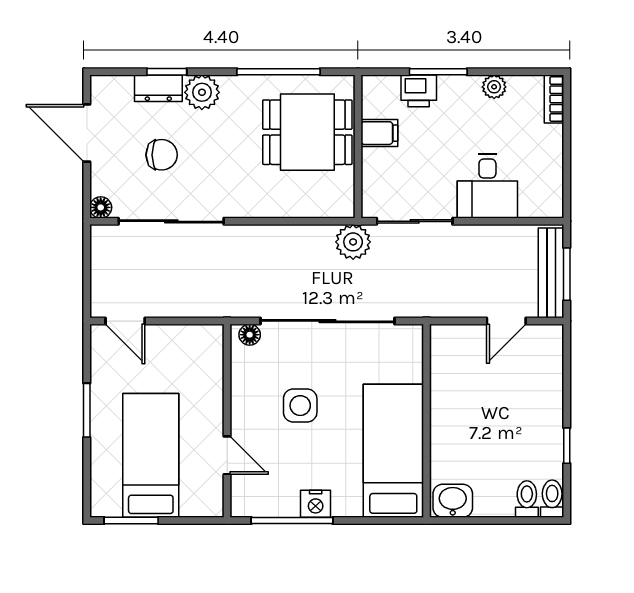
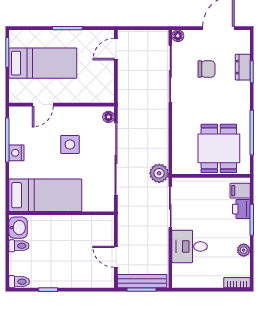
plant: (202, 92) -> (241, 91), removed
filing cabinet: (379, 133) -> (240, 191), moved, turned 90
chair: (162, 155) -> (207, 69), turned -90
toilet: (527, 499) -> (19, 246), moved

